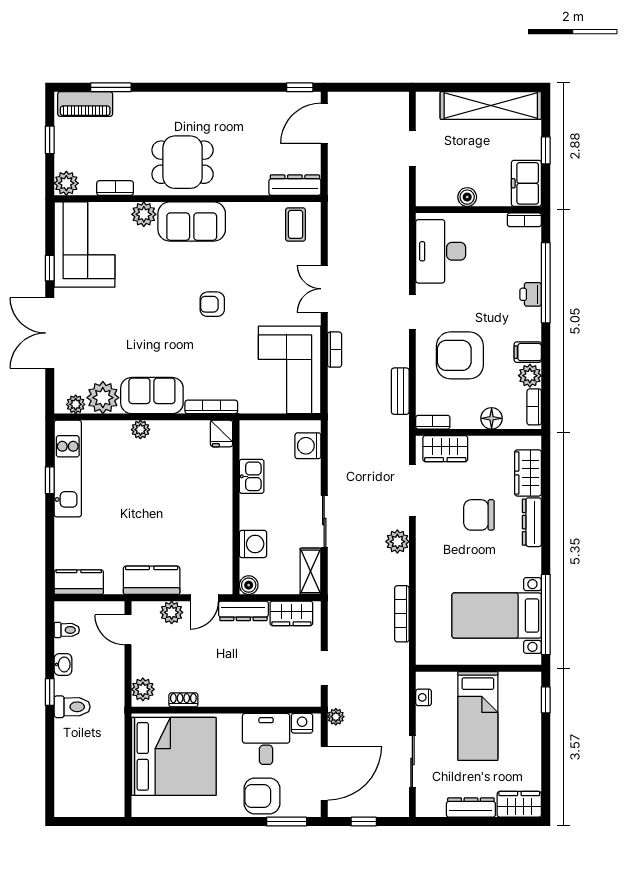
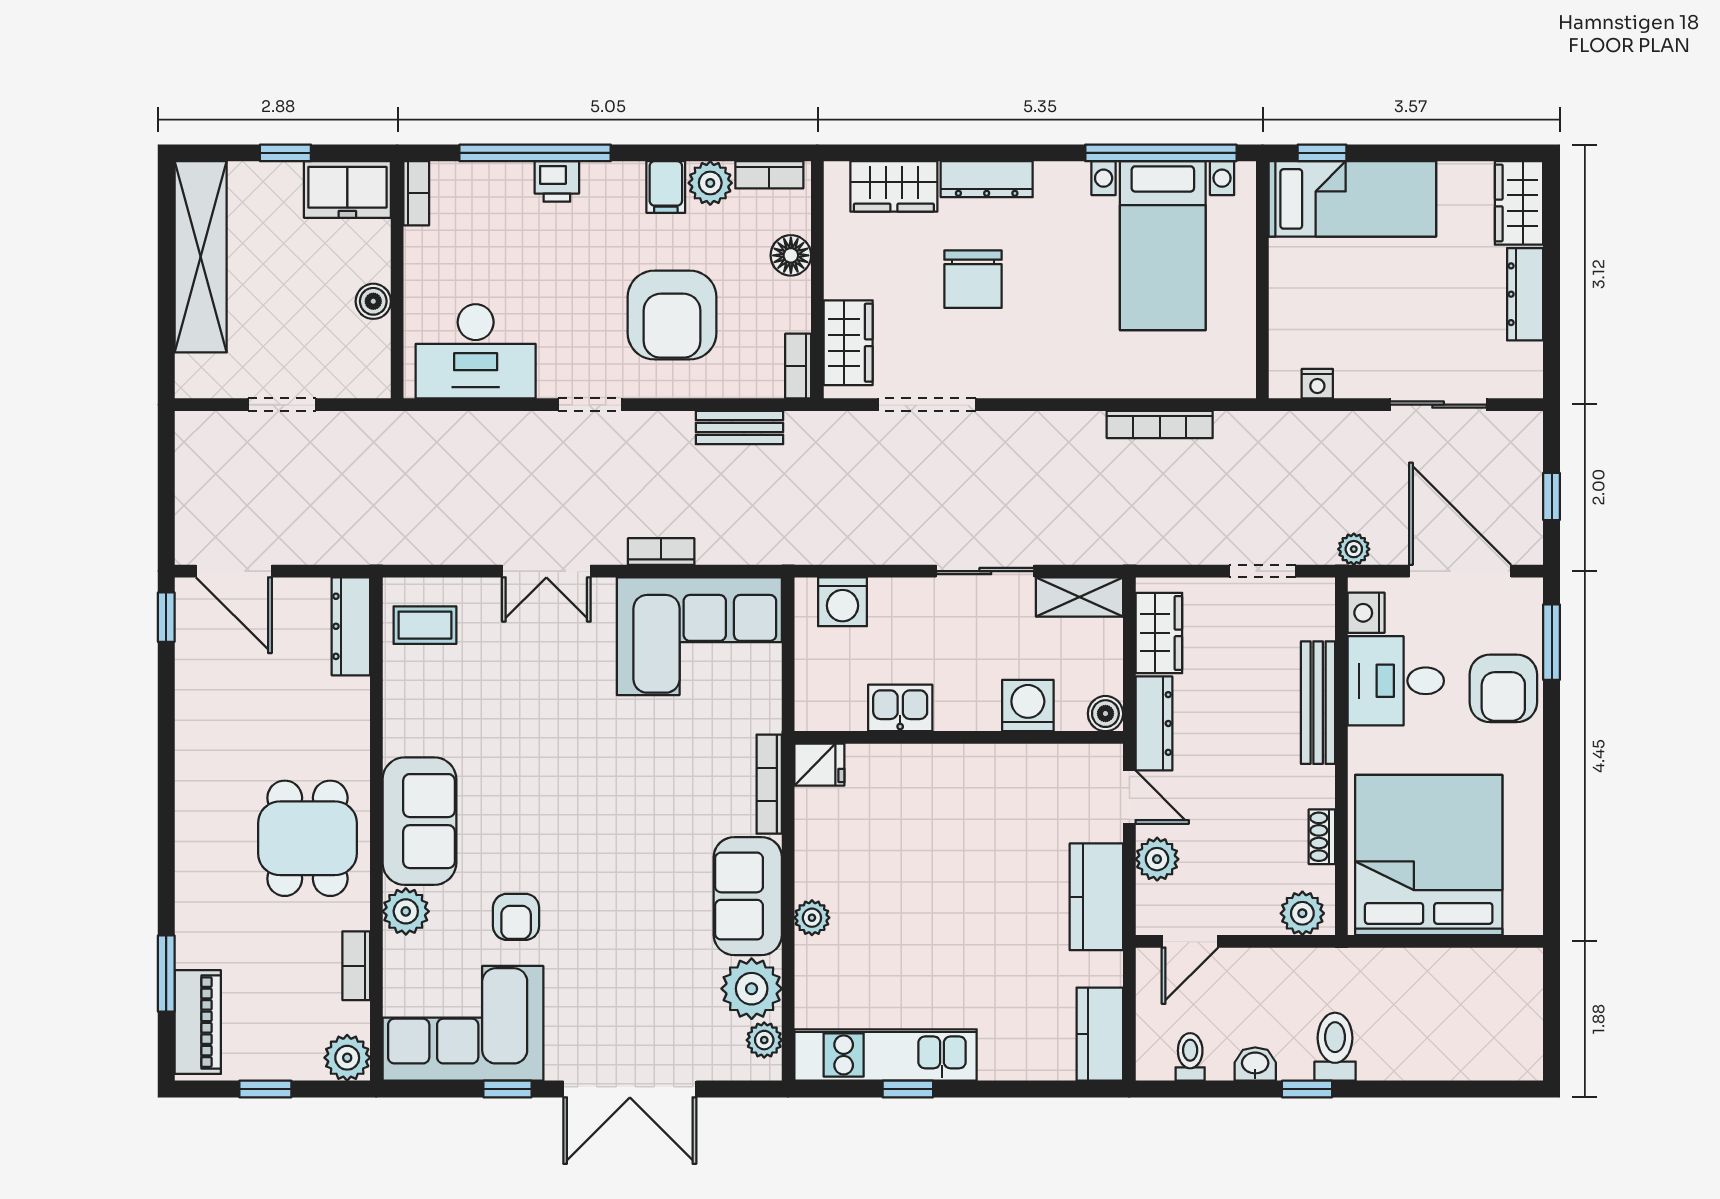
armchair: (212, 304) -> (516, 917), moved
plant: (397, 542) -> (1023, 433), removed
bench: (254, 698) -> (1318, 703), added
bed: (478, 716) -> (1352, 199), moved

